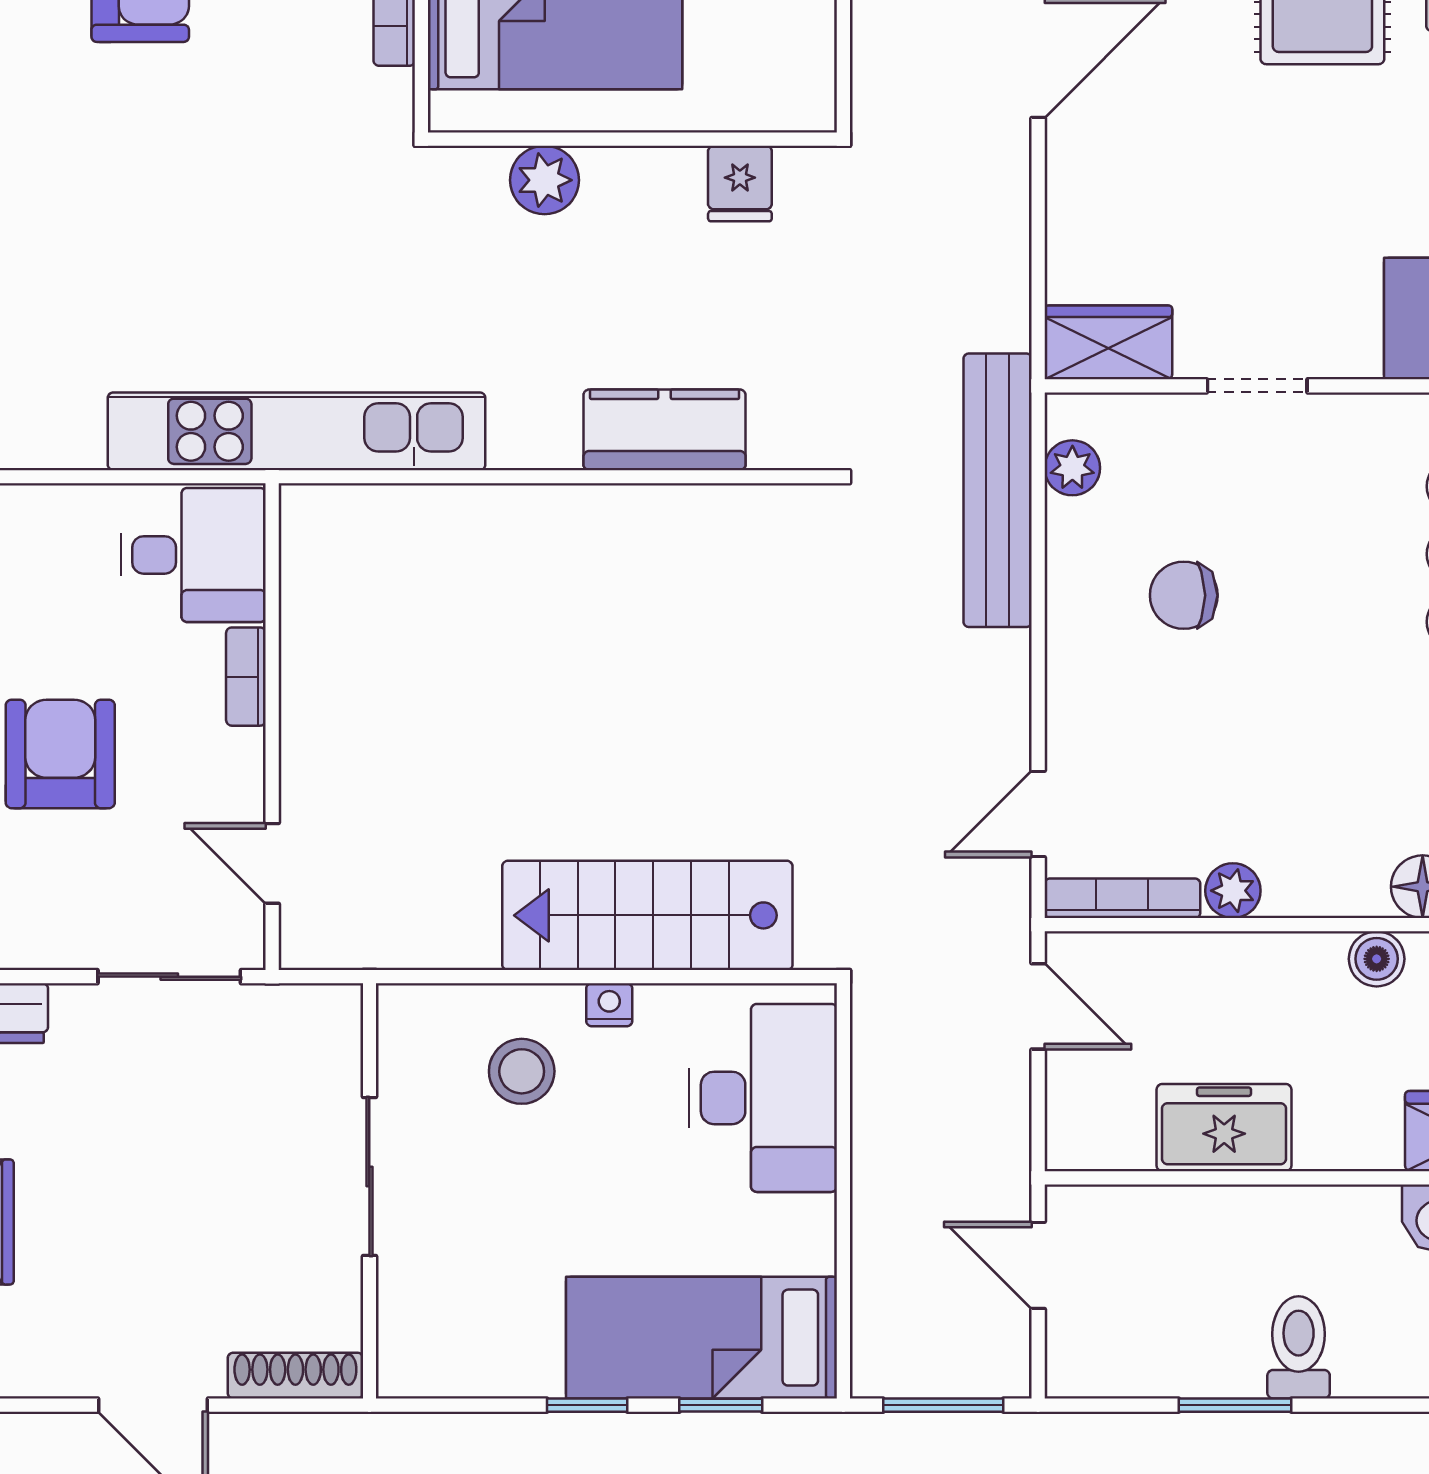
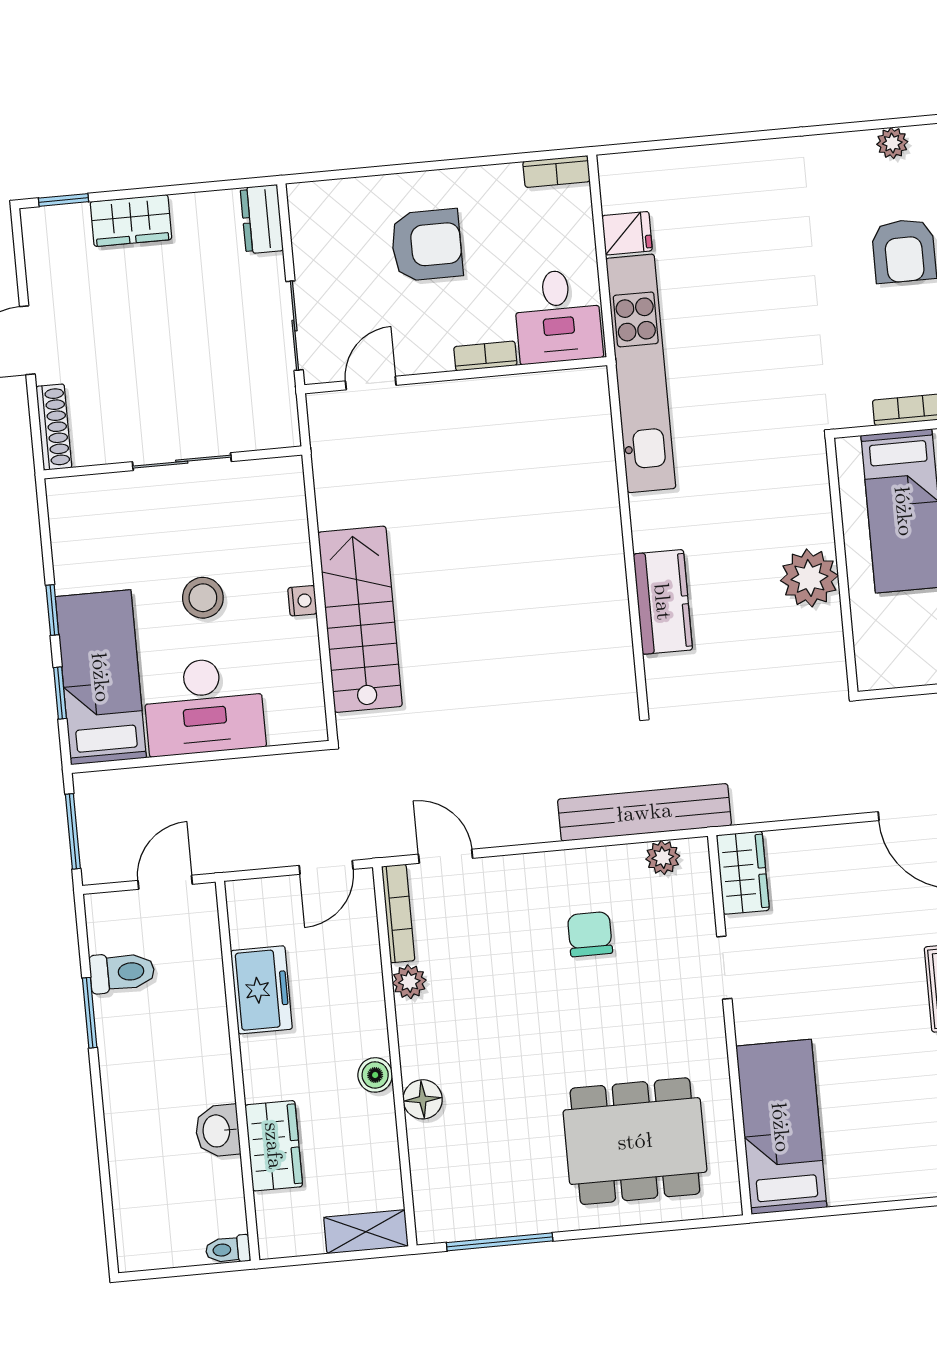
plant: (545, 180) -> (809, 578), moved, width x1.36, depth x1.36
fridge: (740, 184) -> (627, 233), moved, turned 180
stool: (522, 1071) -> (203, 598), moved
desk: (763, 1098) -> (204, 706), moved
toilet: (1299, 1347) -> (122, 972), moved

